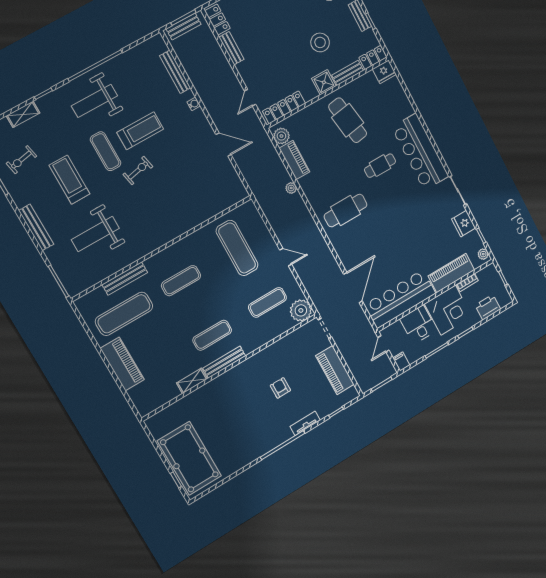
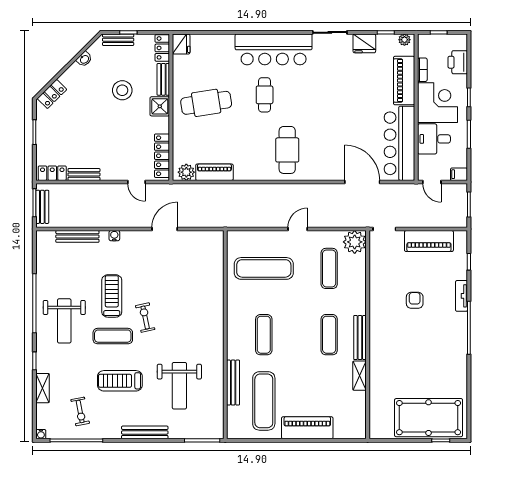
plant: (291, 188) -> (238, 189), removed
armchair: (280, 388) -> (415, 300), turned 90

